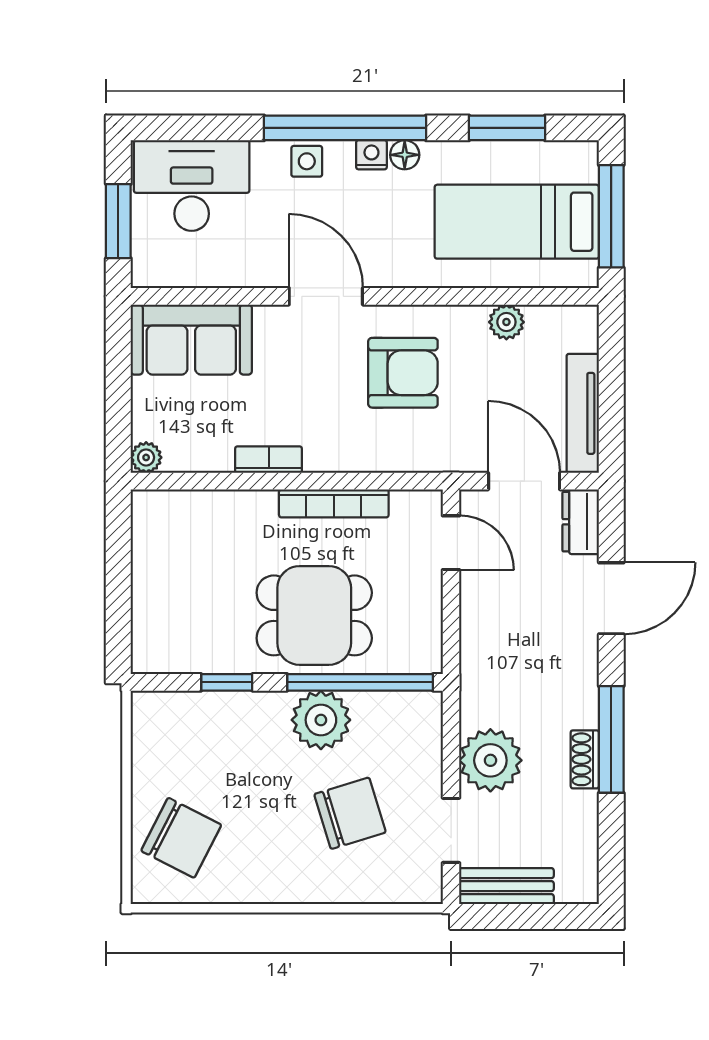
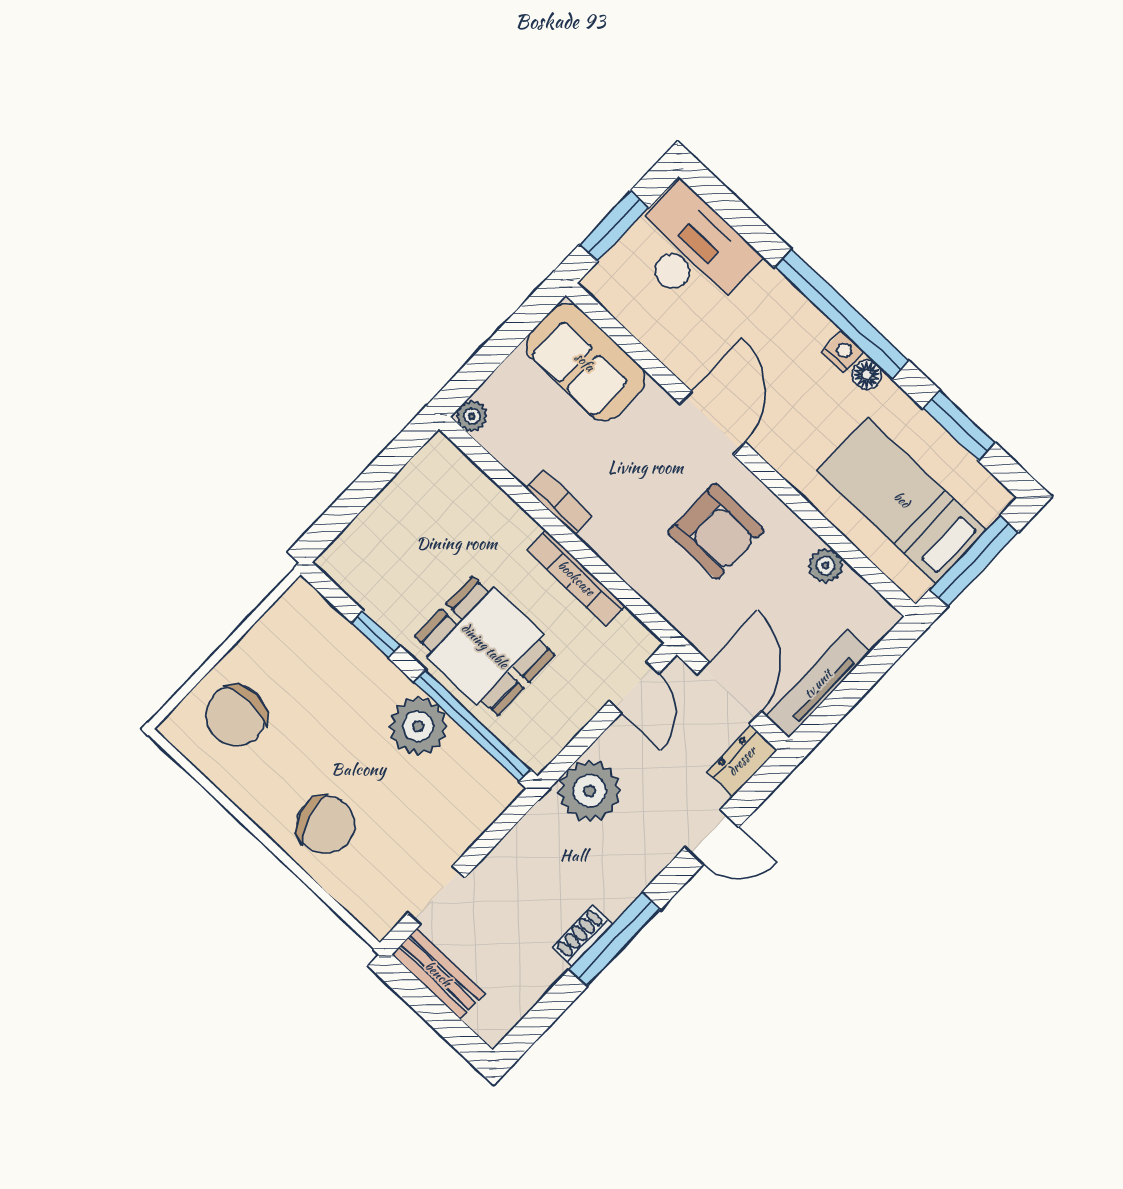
side table: (307, 161) -> (791, 312), removed
door: (611, 598) -> (712, 837), width x0.73
plant: (490, 760) -> (590, 791), moved
chair: (350, 813) -> (326, 825), moved
chair: (181, 838) -> (236, 715), turned 63

